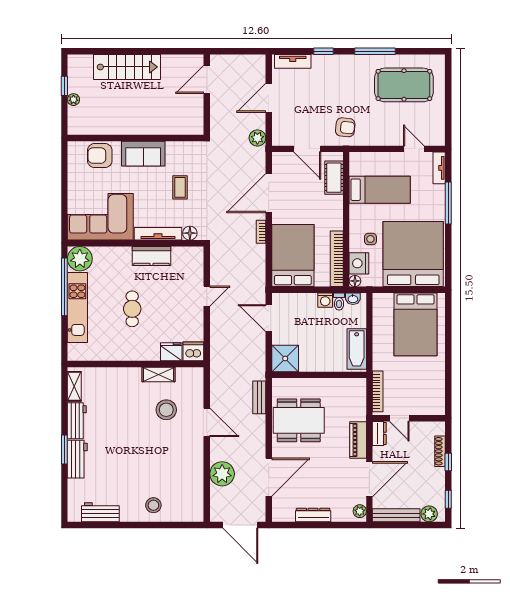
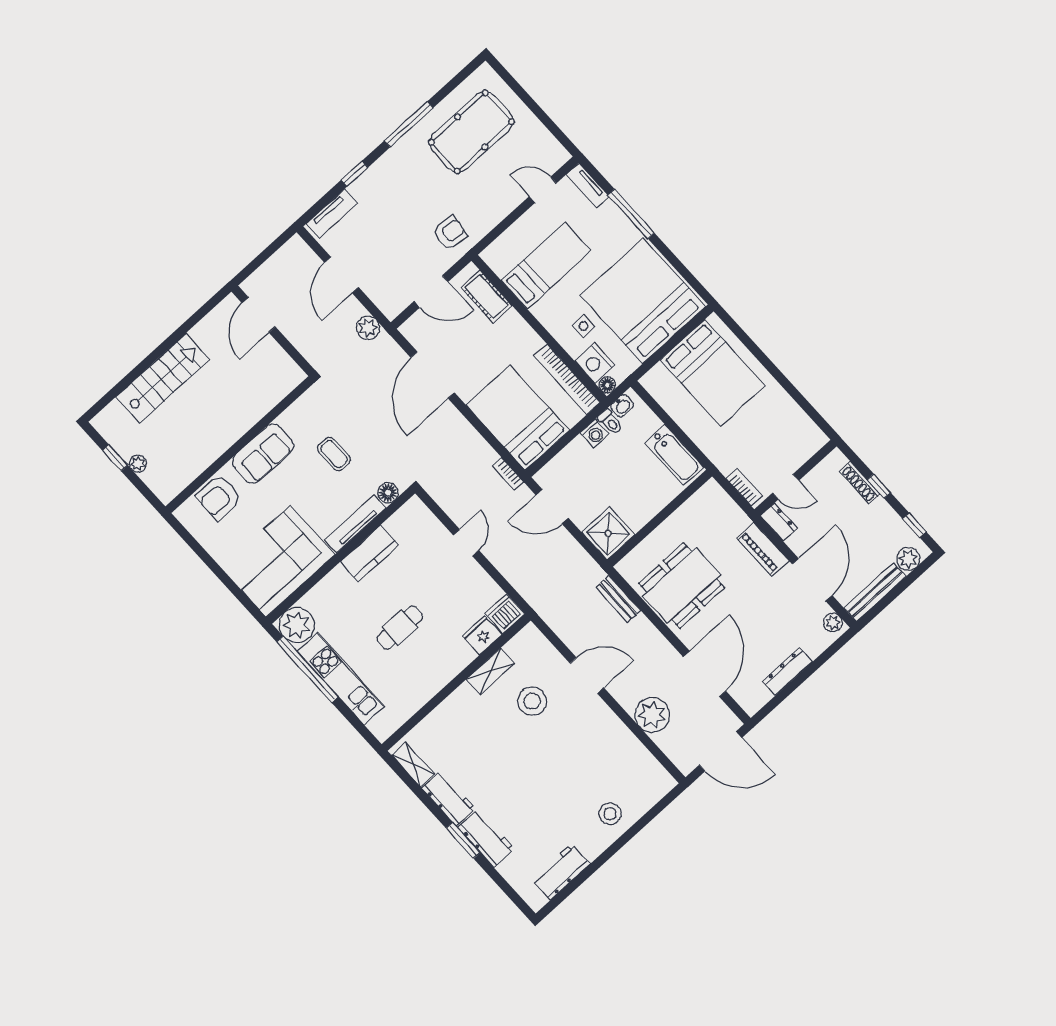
bookcase: (261, 232) -> (508, 474), moved
cafe table: (132, 309) -> (400, 628), turned 90
bookcase: (378, 391) -> (744, 487), width x0.64

